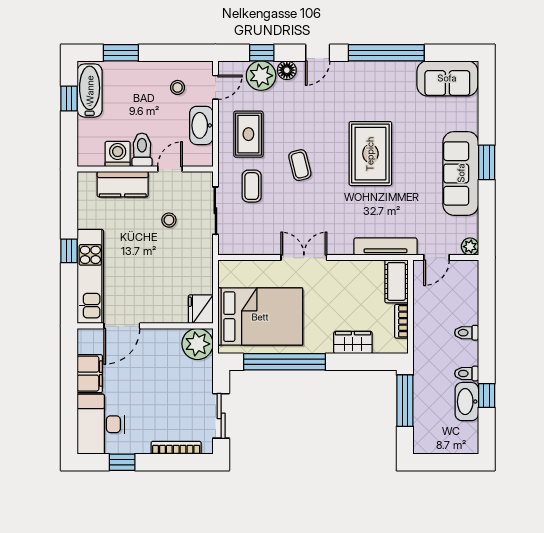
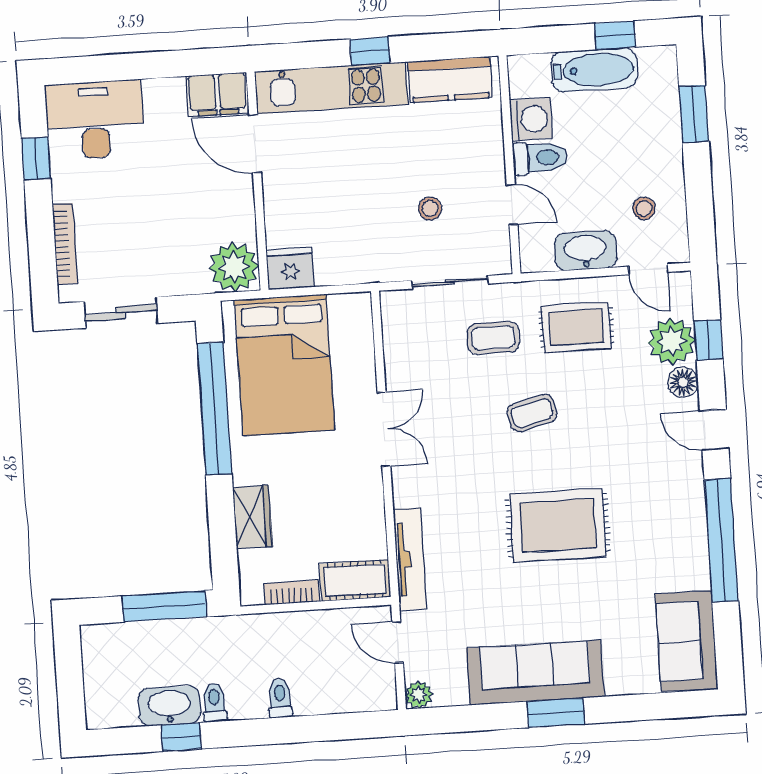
bathtub: (90, 90) -> (594, 70), moved
kitchen counter: (123, 184) -> (450, 79), moved, turned -90
filing cabinet: (90, 374) -> (217, 94), moved

